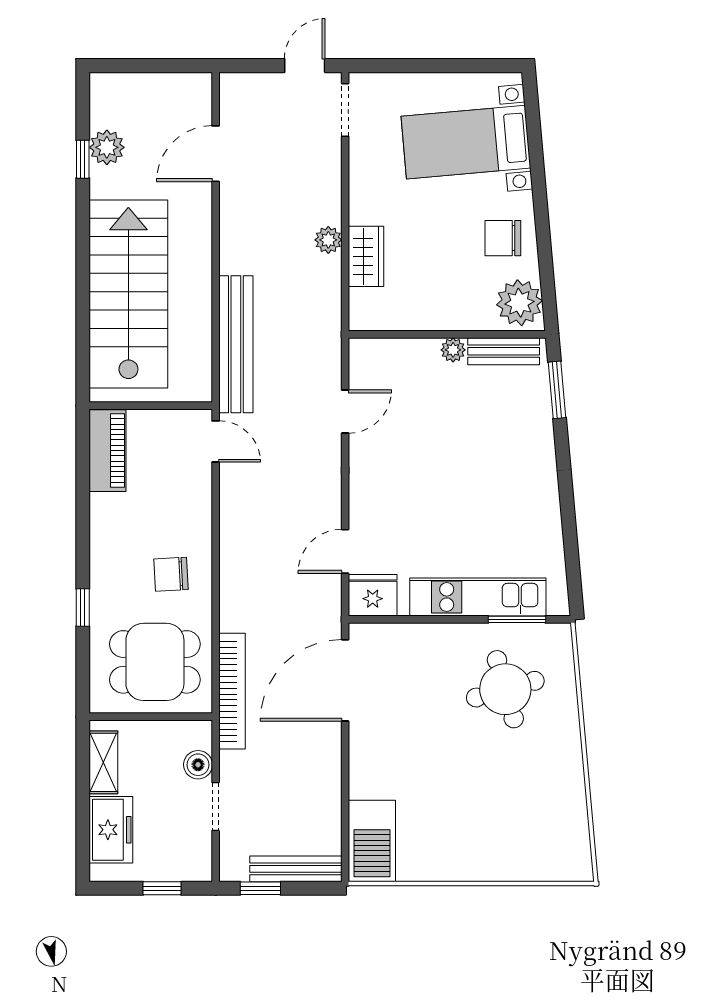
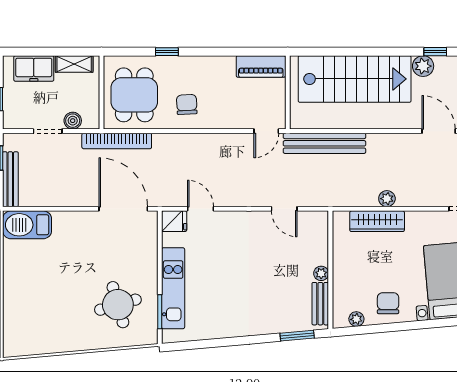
plant: (107, 147) -> (423, 66), moved
wardrobe: (366, 256) -> (377, 221), width x1.50
plant: (519, 303) -> (356, 319), width x0.53, depth x0.53
fridge: (373, 595) -> (174, 221), width x0.72

